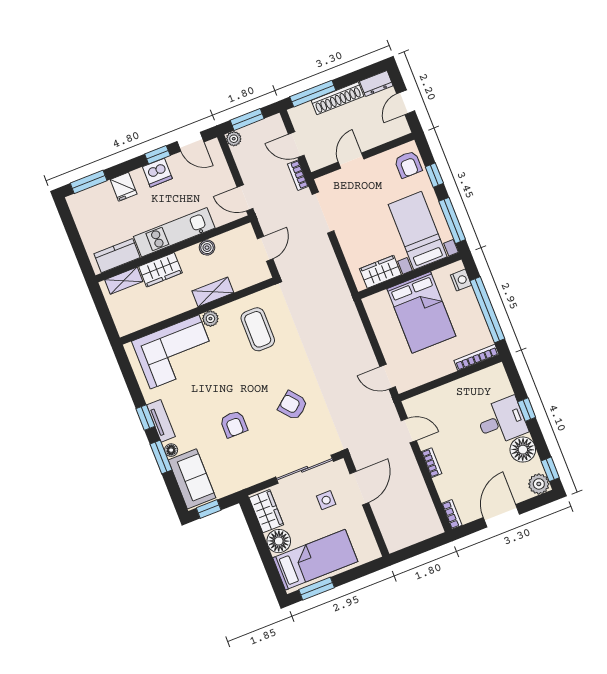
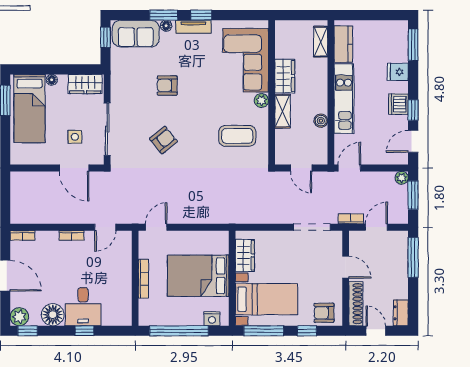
shoe rack: (337, 98) -> (356, 304), moved, turned 180
wardrobe: (160, 270) -> (285, 76), moved, turned 180
bookcase: (476, 357) -> (143, 279), moved
floor lamp: (279, 541) -> (52, 80), width x0.53, depth x0.53

